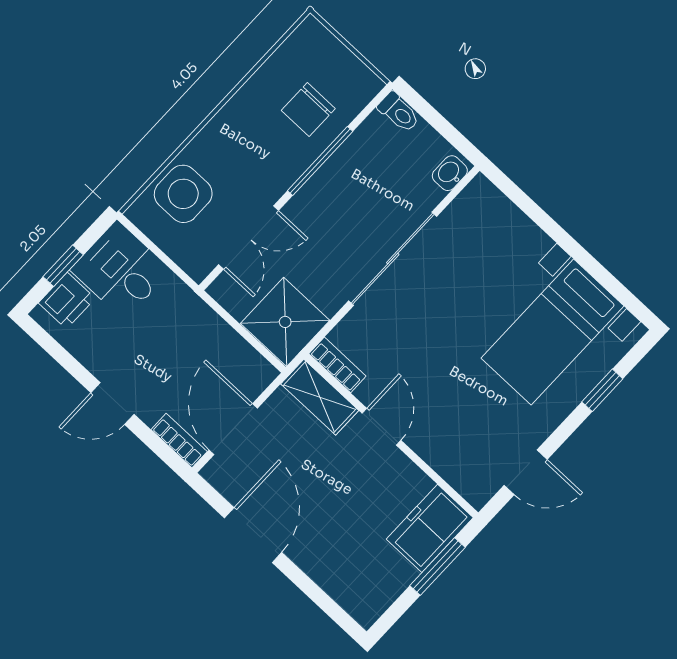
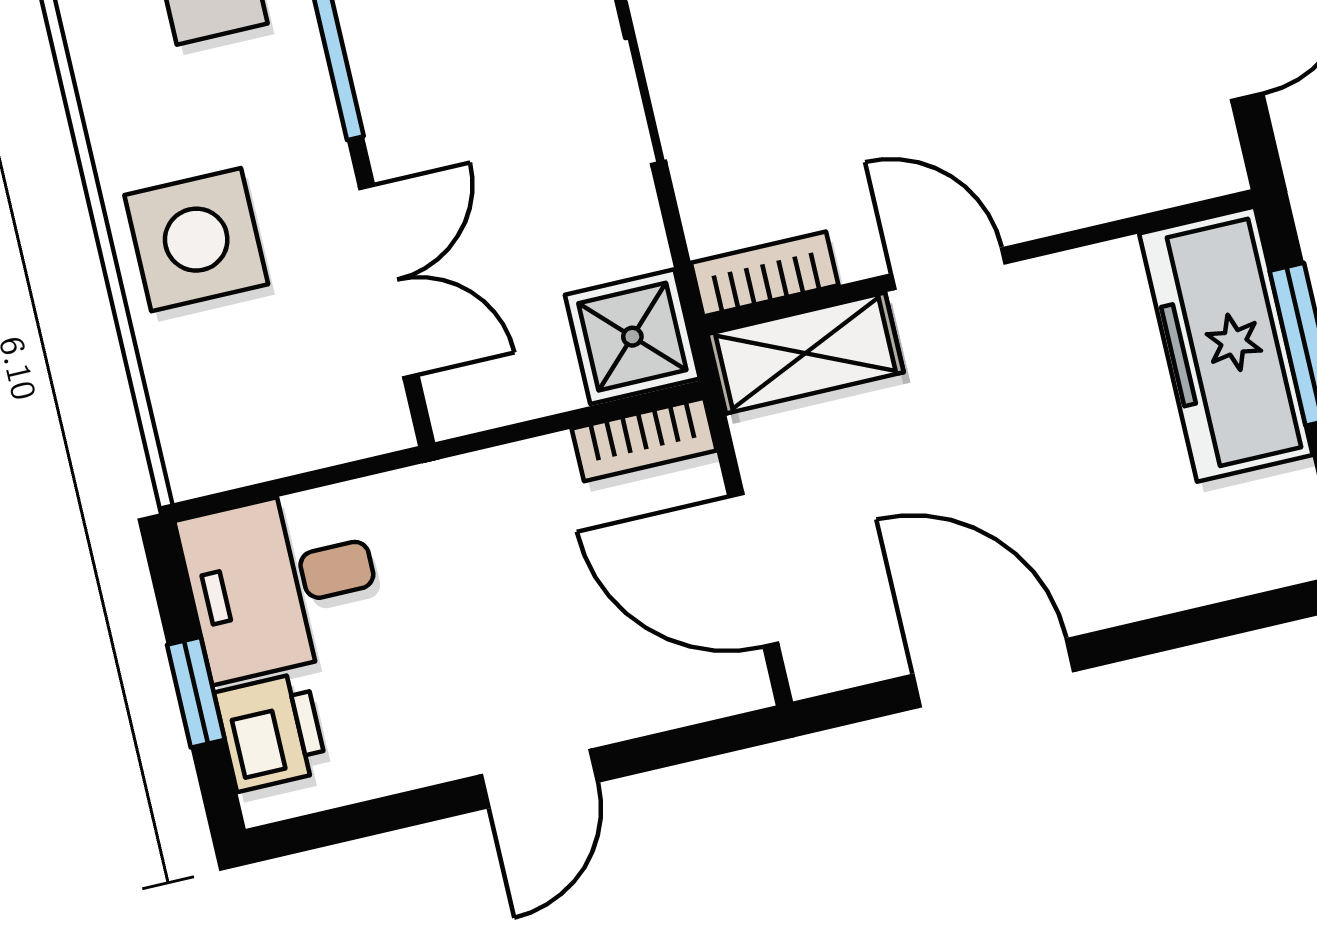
side table: (183, 194) -> (196, 240), moved
shower: (285, 322) -> (632, 337), width x0.73, depth x0.73
bookcase: (179, 441) -> (644, 440), moved, turned 180
freezer: (430, 528) -> (1226, 344), width x1.40

